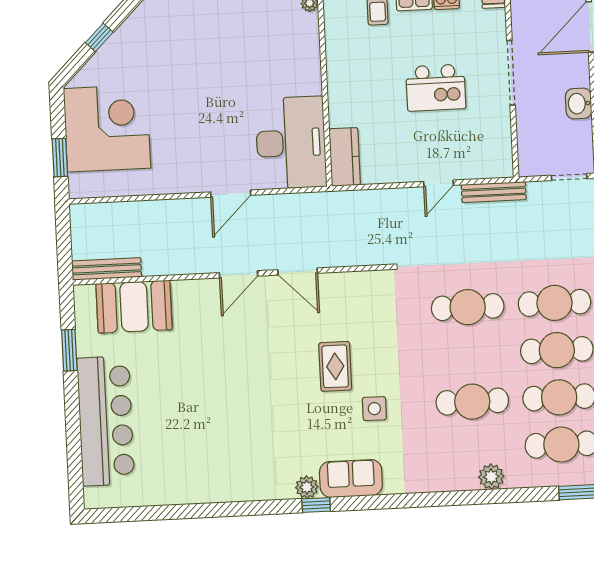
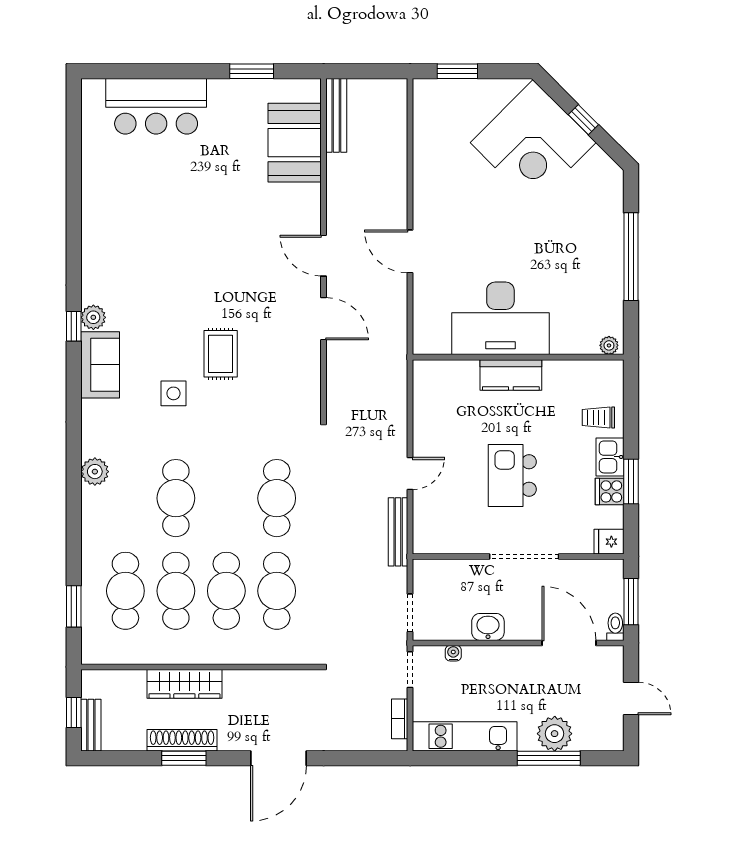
corner desk: (107, 128) -> (533, 143), moved, turned 45
desk: (291, 143) -> (500, 318), moved
kitchen counter: (345, 157) -> (511, 375), moved
door: (439, 183) -> (410, 473), swing flipped
door: (298, 272) -> (324, 319), swing flipped
rug: (335, 366) -> (221, 354), turned 90
bar counter: (106, 421) -> (156, 106), width x0.73
plant: (491, 477) -> (95, 472), moved

